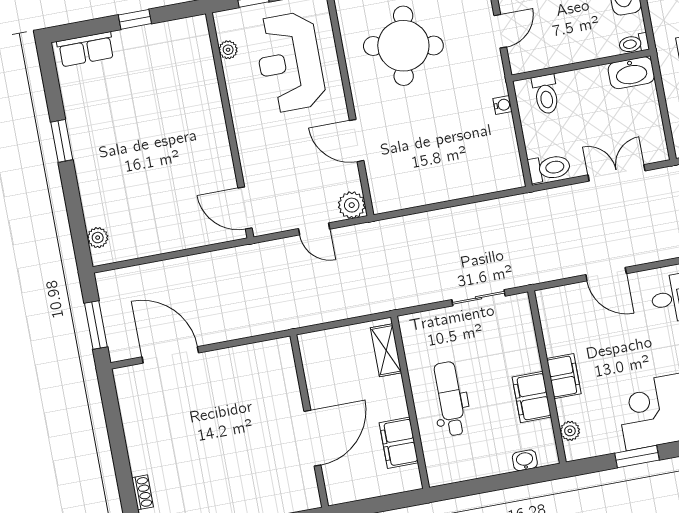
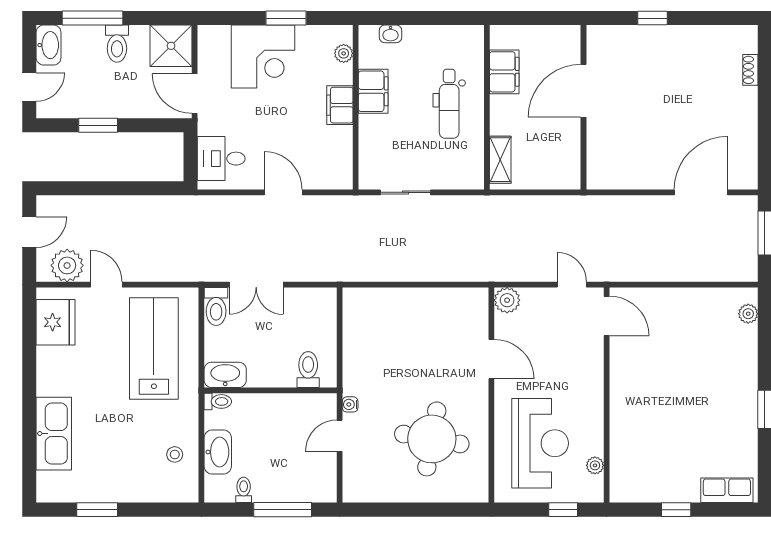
water cooler: (503, 105) -> (350, 404), moved
toilet: (549, 168) -> (216, 306), moved, turned -90
door: (314, 229) -> (572, 285), moved
door: (170, 355) -> (701, 192), swing flipped

